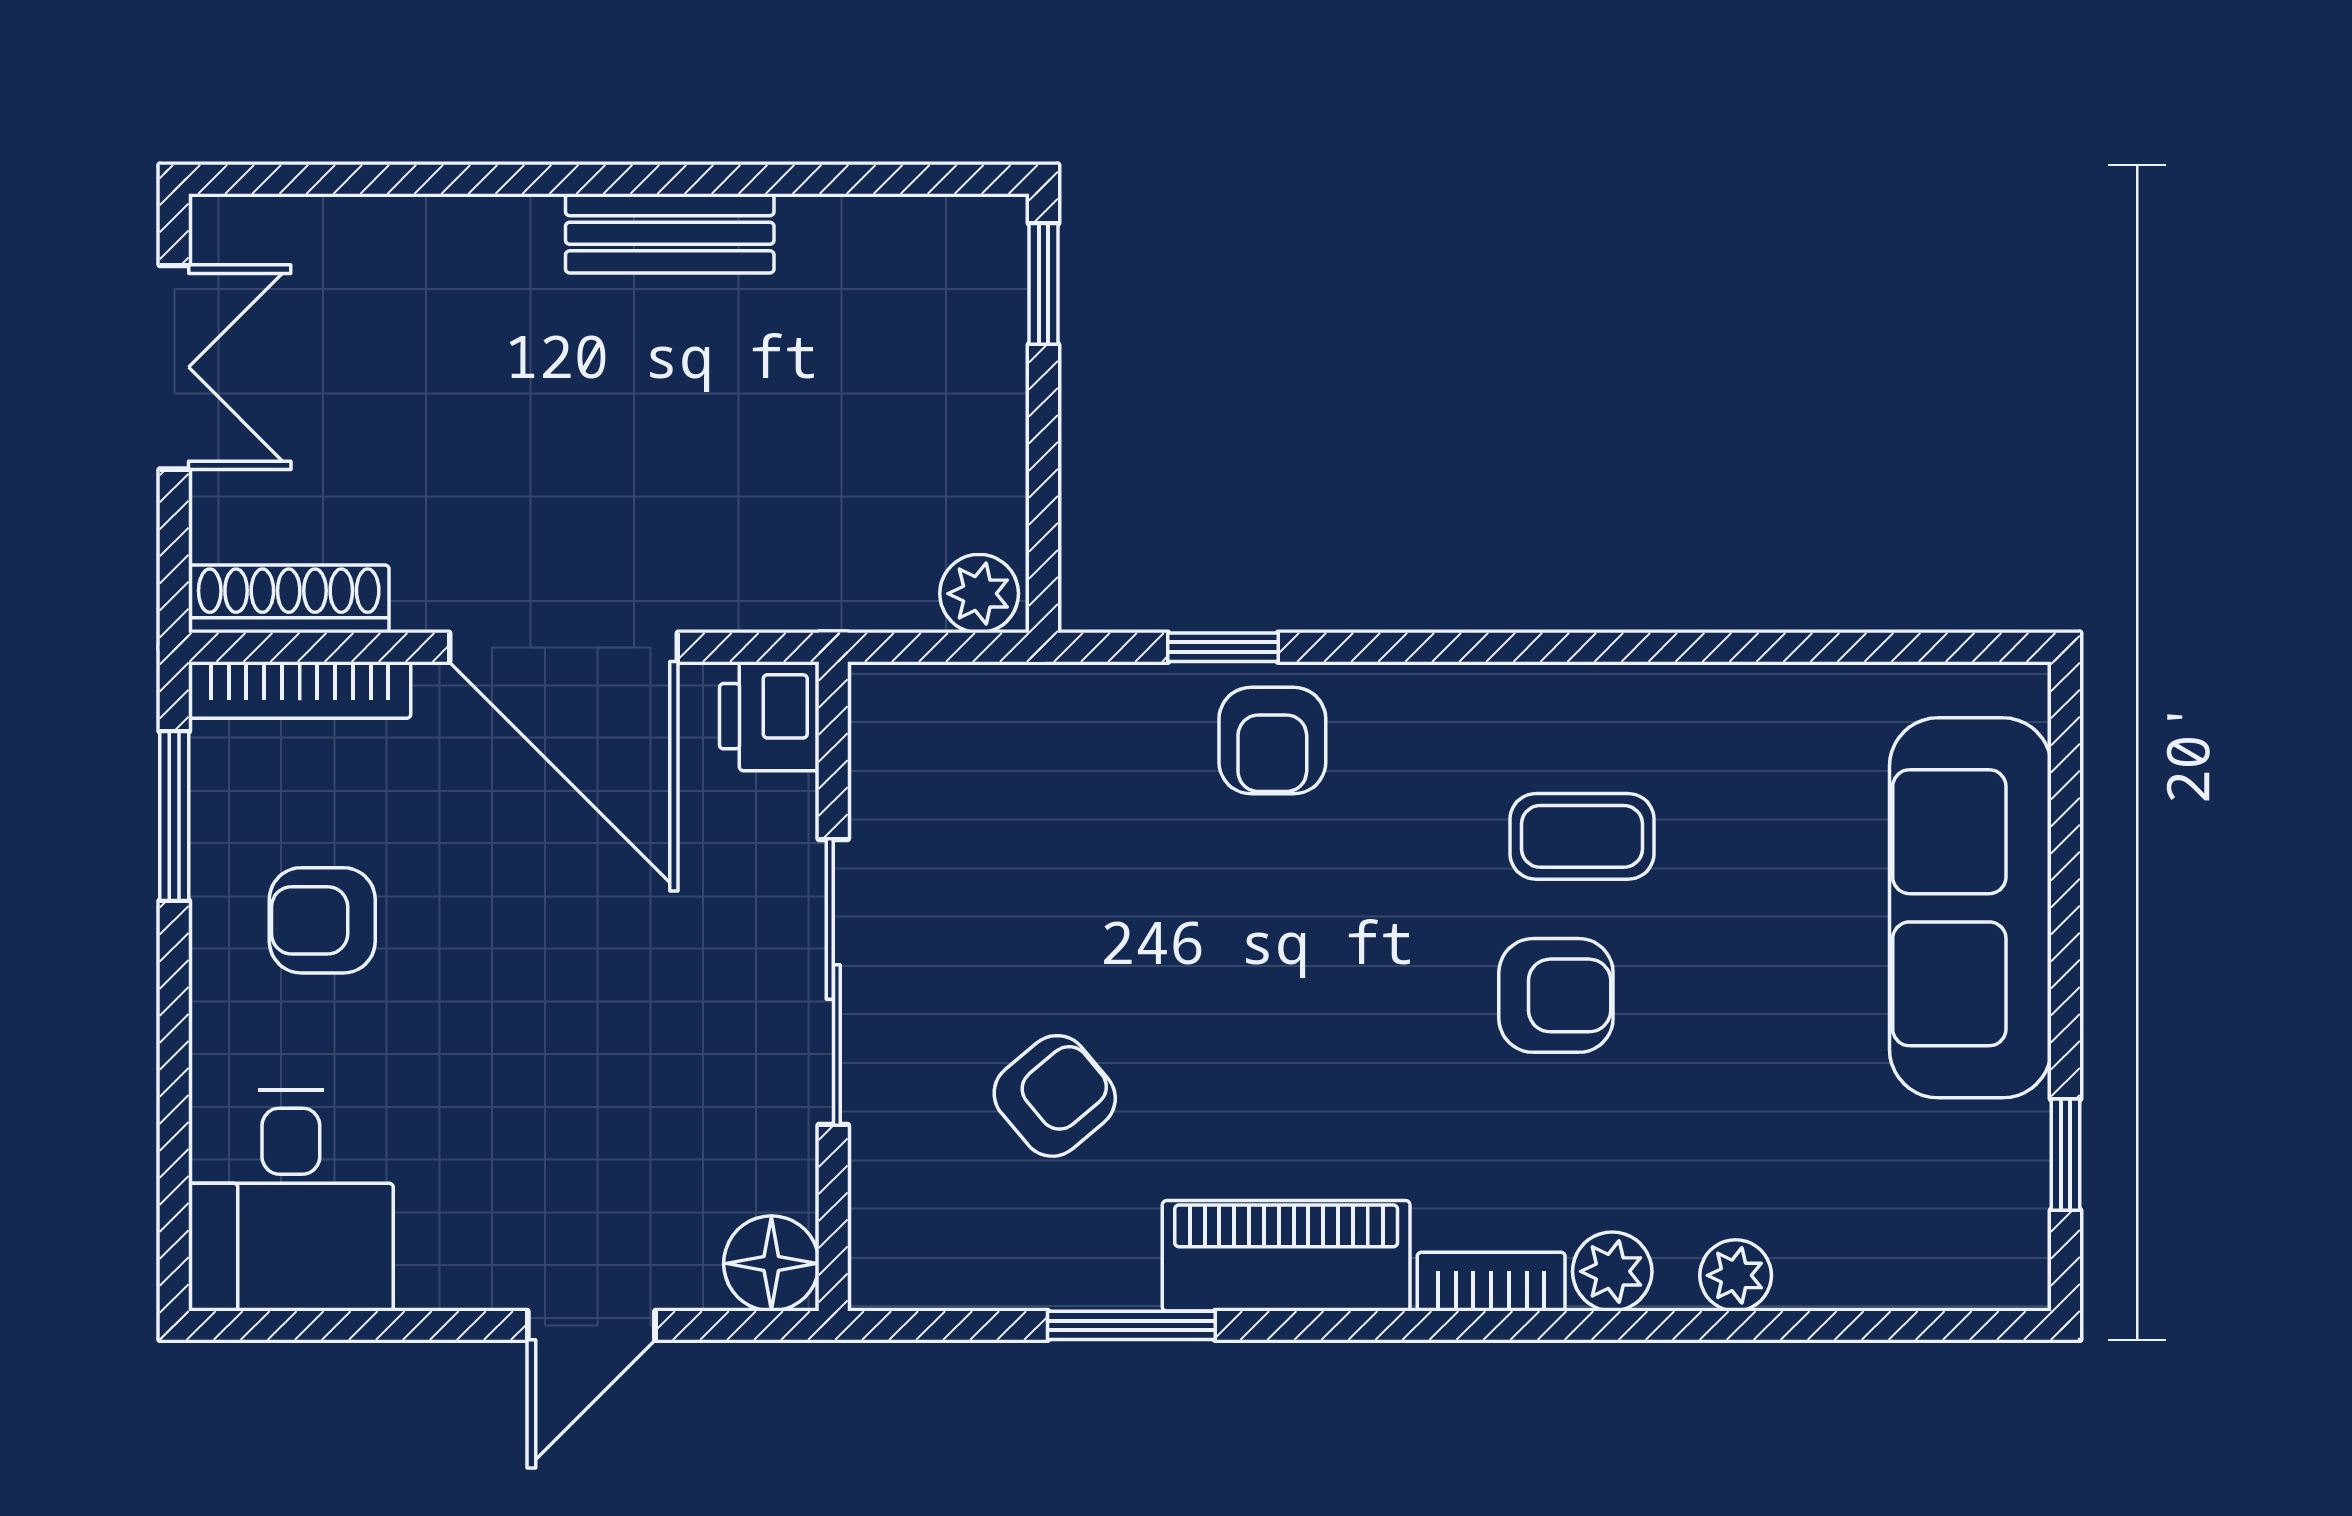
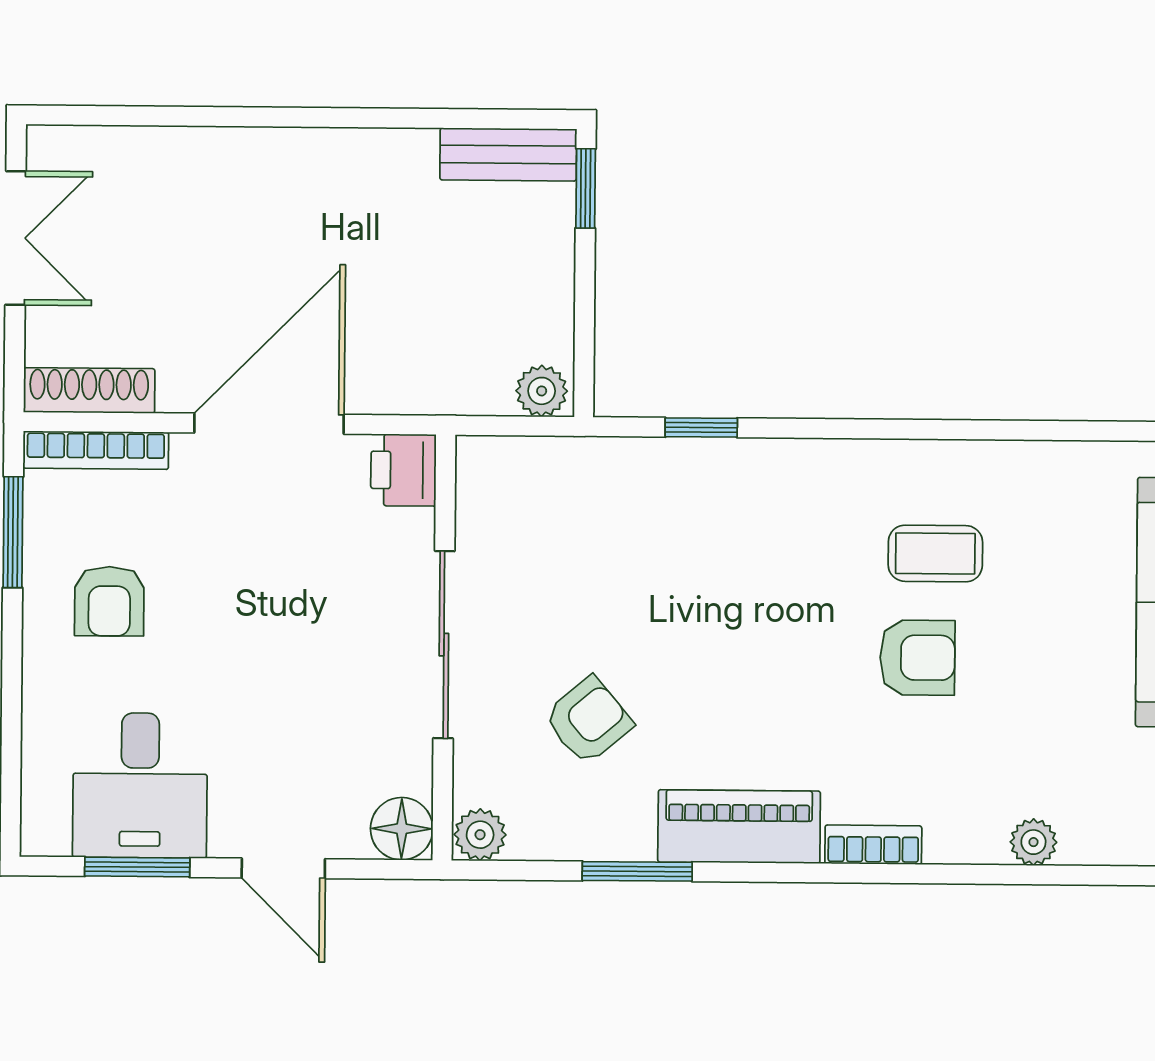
bench: (670, 233) -> (508, 154), moved
door: (564, 647) -> (269, 424), swing flipped
armchair: (1272, 741) -> (733, 489), removed
armchair: (322, 920) -> (109, 601), turned -90
desk: (291, 1201) -> (140, 785), moved
plant: (1612, 1271) -> (480, 835), moved
window: (368, 1325) -> (137, 867), added
door: (591, 1325) -> (283, 868), hinge flipped

